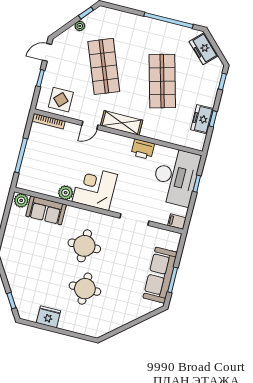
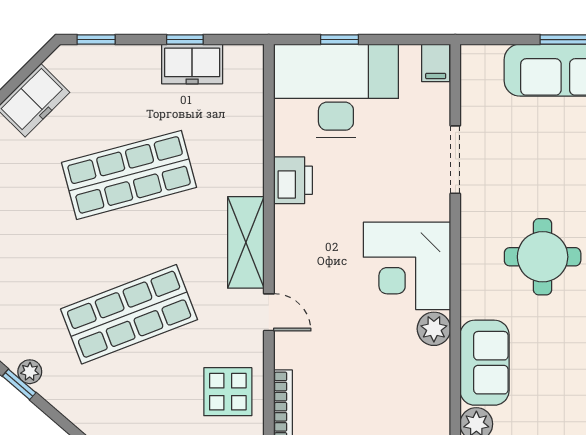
plant: (80, 26) -> (30, 372), moved

